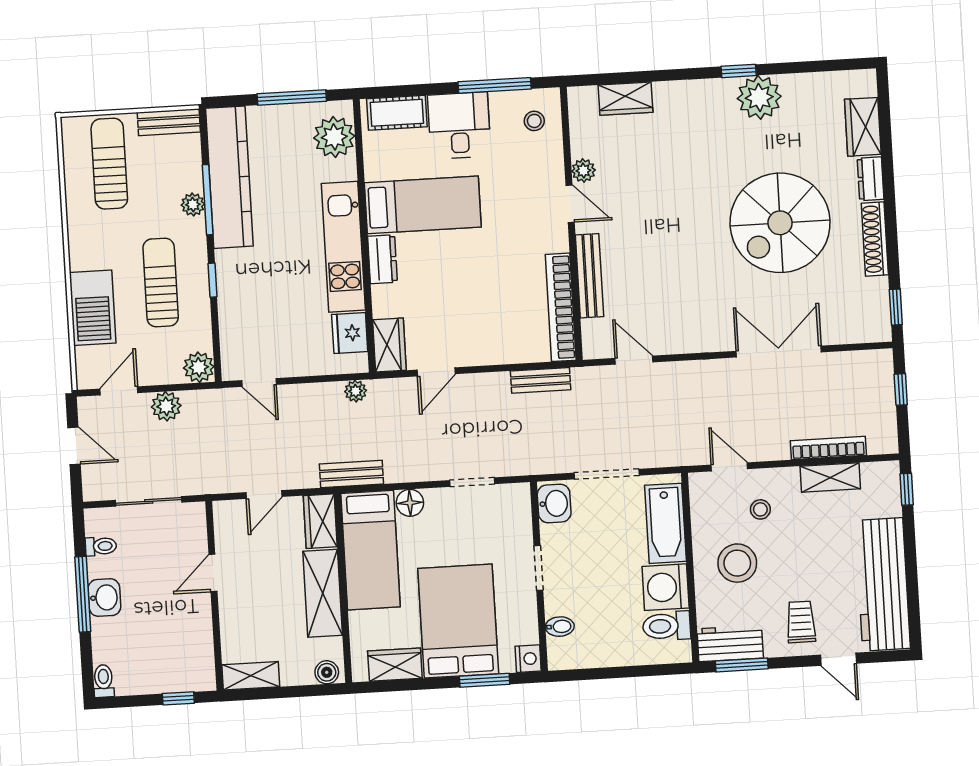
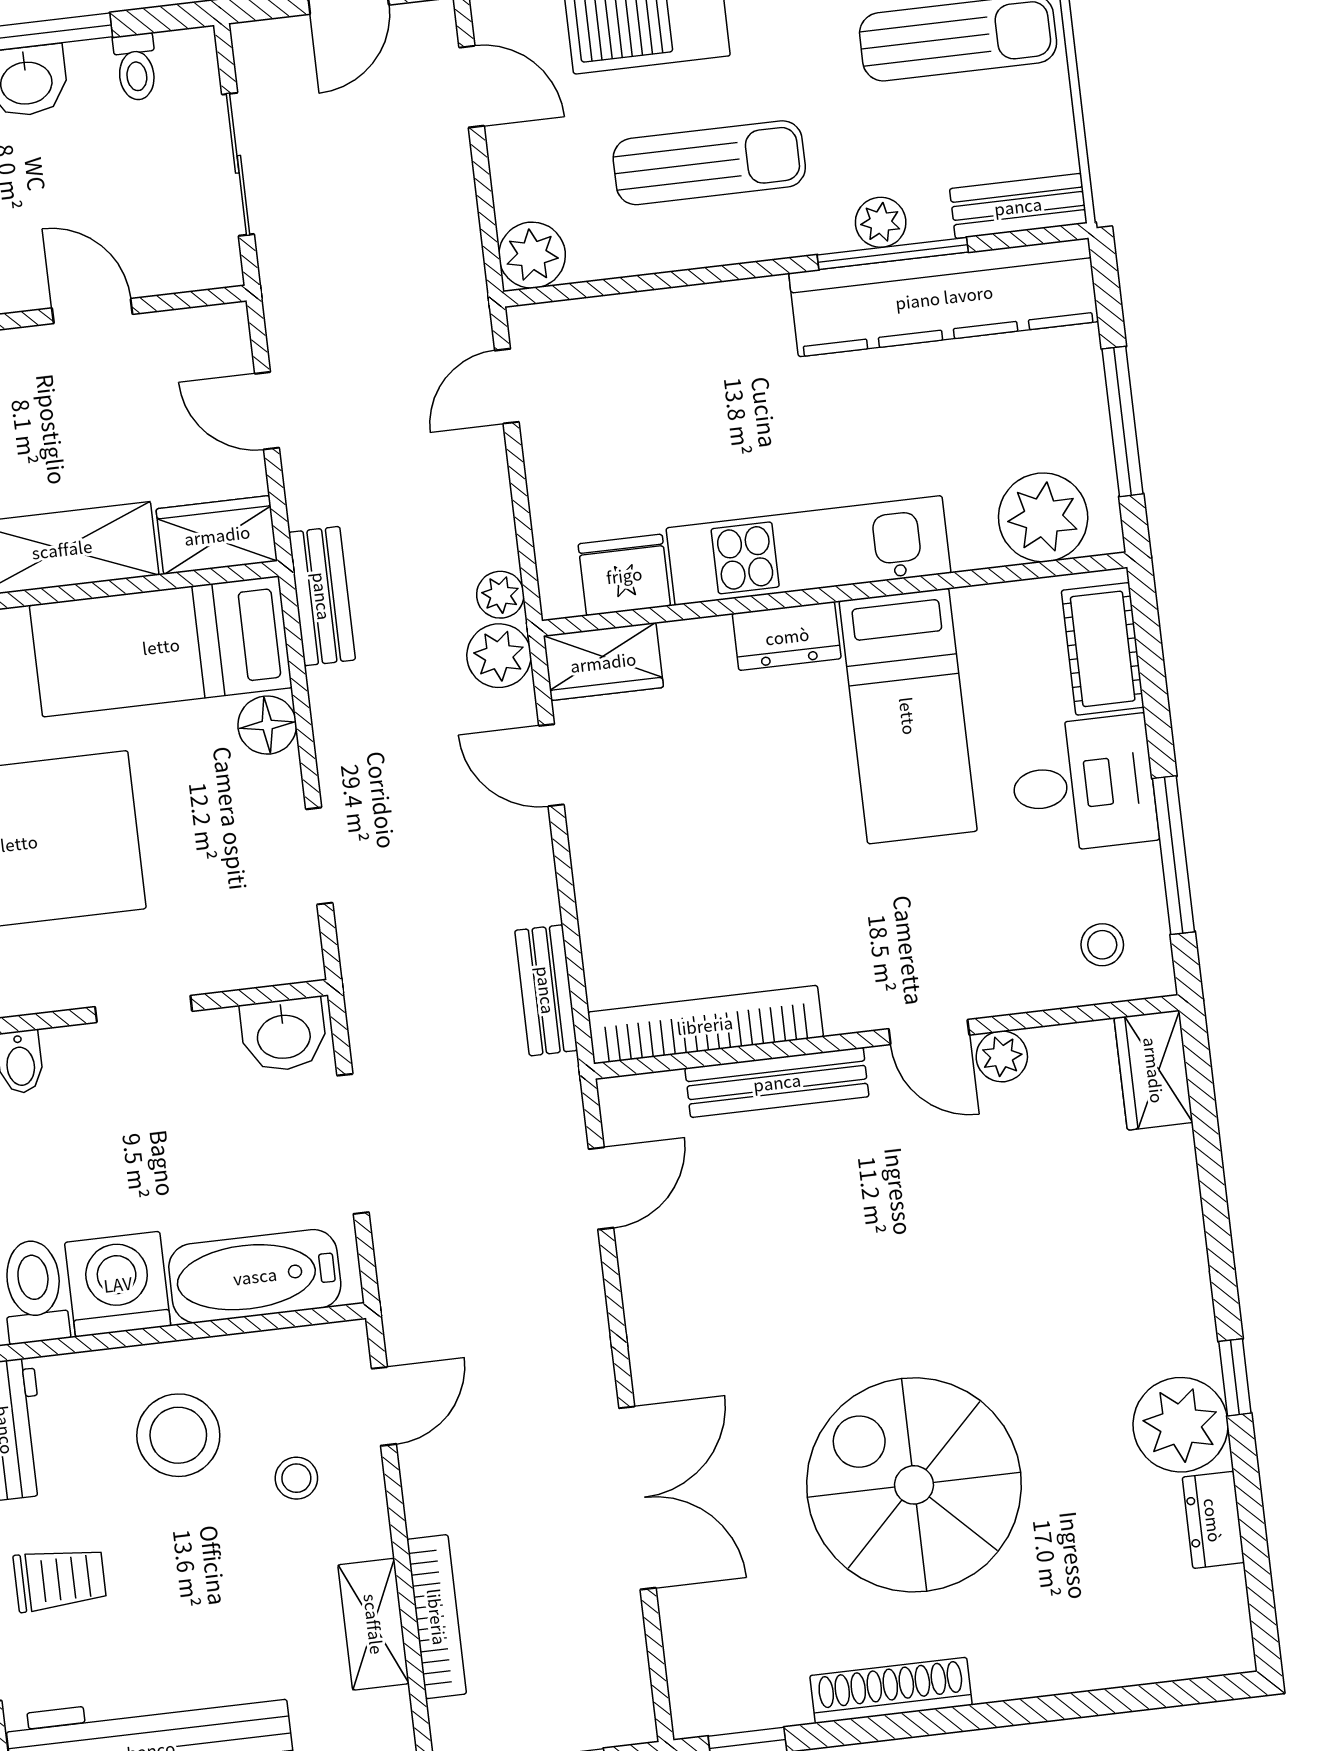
wardrobe: (625, 99) -> (1154, 1070), moved
bench: (169, 122) -> (1018, 206), moved, turned 90
wardrobe: (863, 127) -> (1130, 1651), removed
dresser: (870, 179) -> (1213, 1520), moved, turned -90
door: (570, 204) -> (929, 1032), hinge flipped
window: (212, 280) -> (721, 274), removed
plant: (166, 406) -> (499, 656), moved

